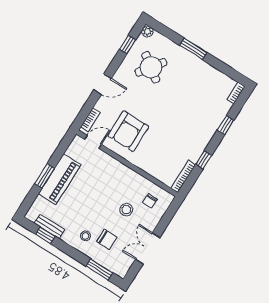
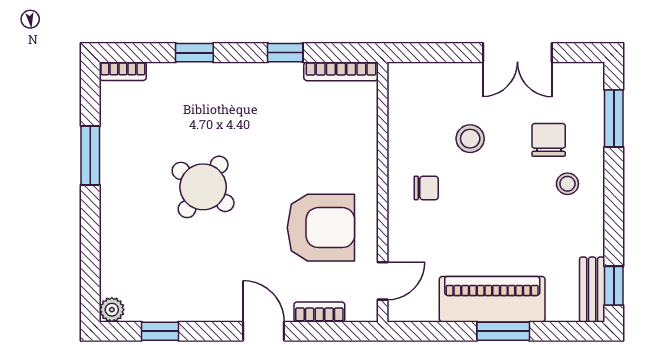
window: (193, 49) -> (90, 155), moved
round table: (151, 67) -> (203, 187), moved
bookcase: (90, 120) -> (319, 312), moved
door: (93, 142) -> (383, 281), swing flipped
chair: (150, 201) -> (426, 188), moved
bench: (50, 226) -> (592, 290), moved
window: (45, 235) -> (614, 286), moved

